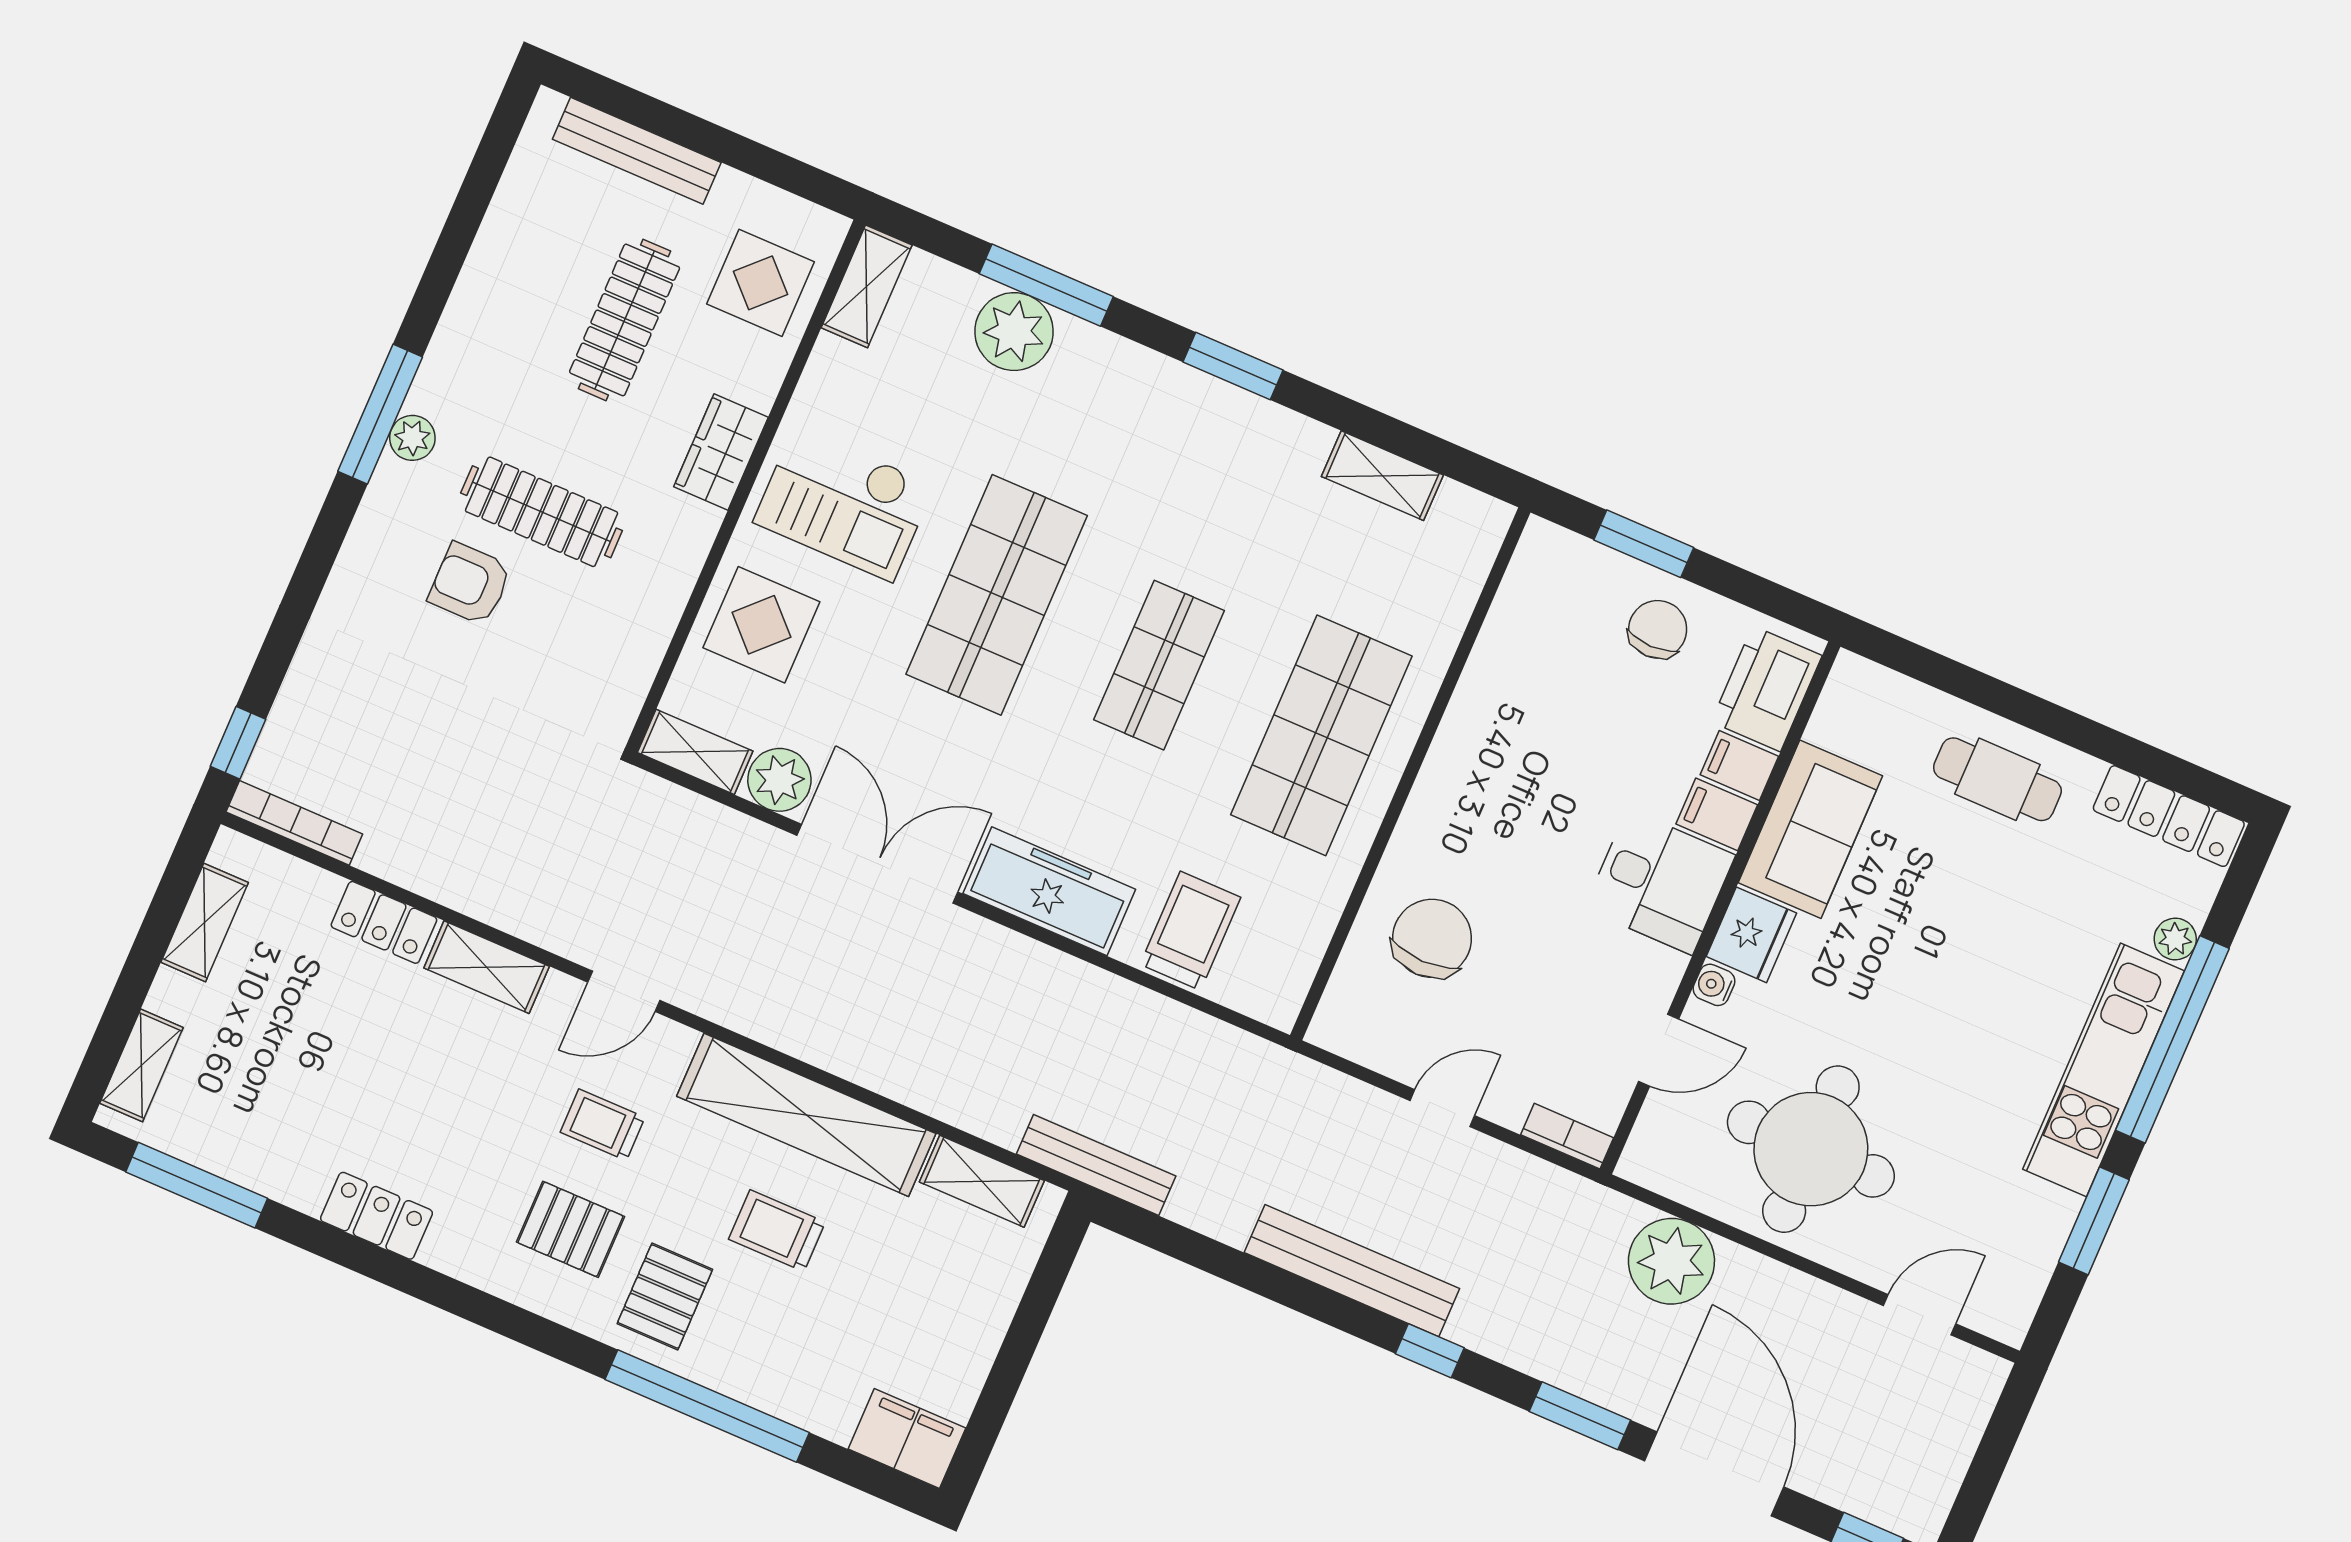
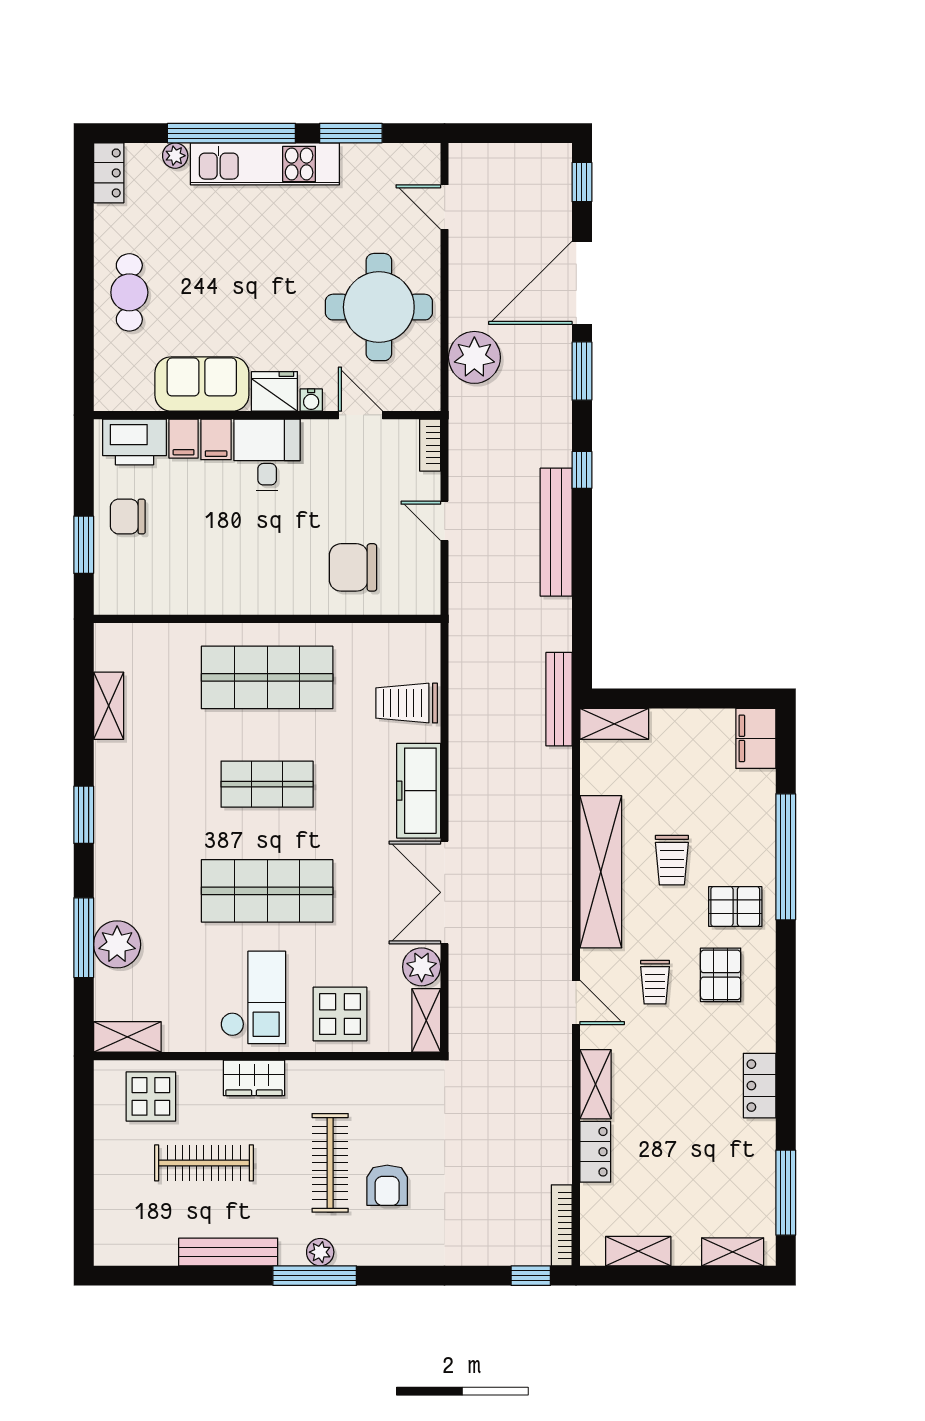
bench: (637, 151) -> (228, 1252), moved, turned 90
locker: (2169, 816) -> (109, 173), width x0.66
shelving: (982, 1181) -> (614, 724), moved, turned 90

